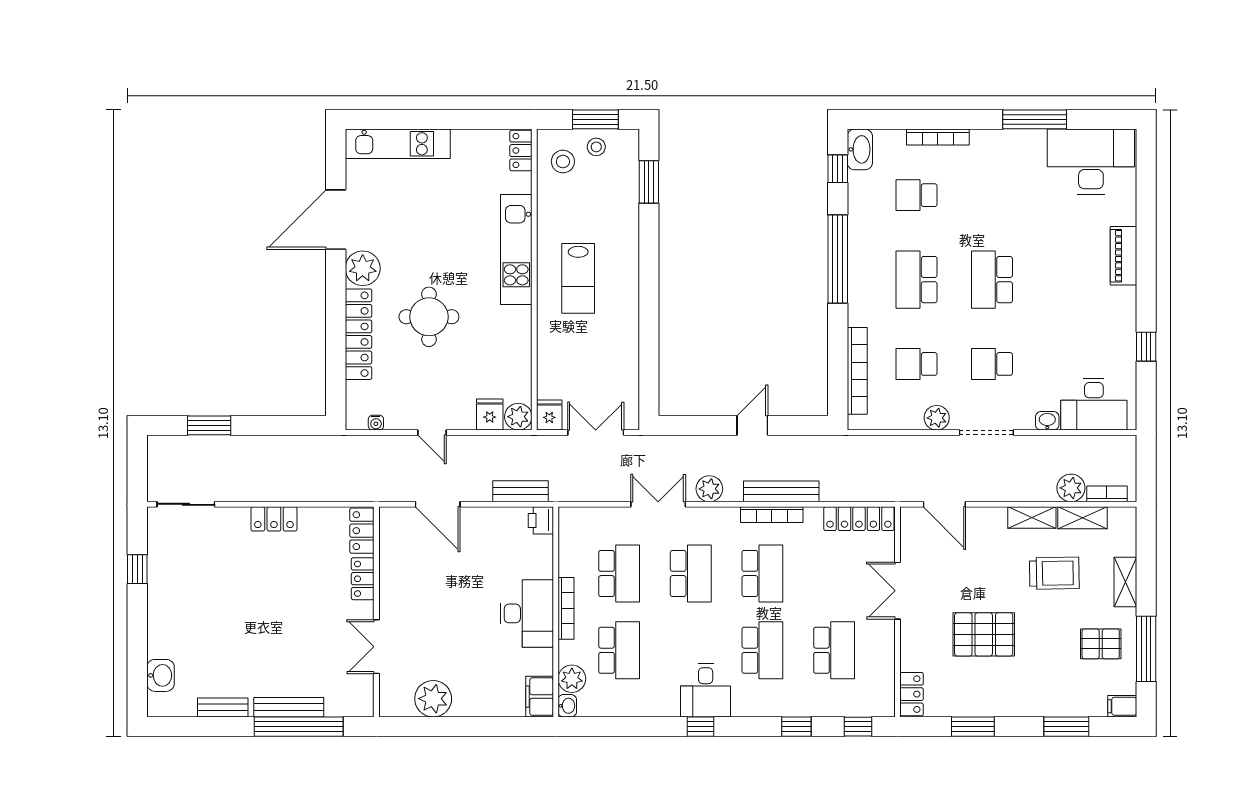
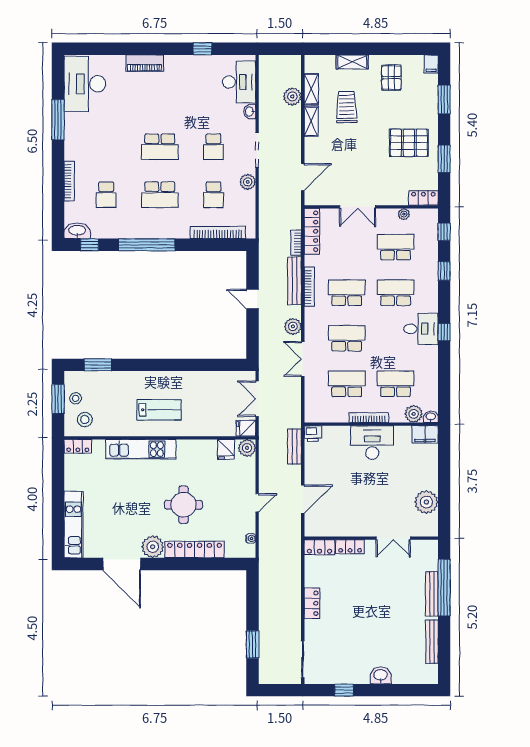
fridge: (490, 415) -> (226, 449), moved, turned -90
bookcase: (1107, 494) -> (296, 243), moved
pallet: (984, 634) -> (409, 143), moved, turned 90
window: (1146, 649) -> (395, 49), removed
plant: (886, 663) -> (404, 214), added
washbasin: (161, 675) -> (381, 675), moved
bench: (223, 707) -> (432, 642), width x1.36

